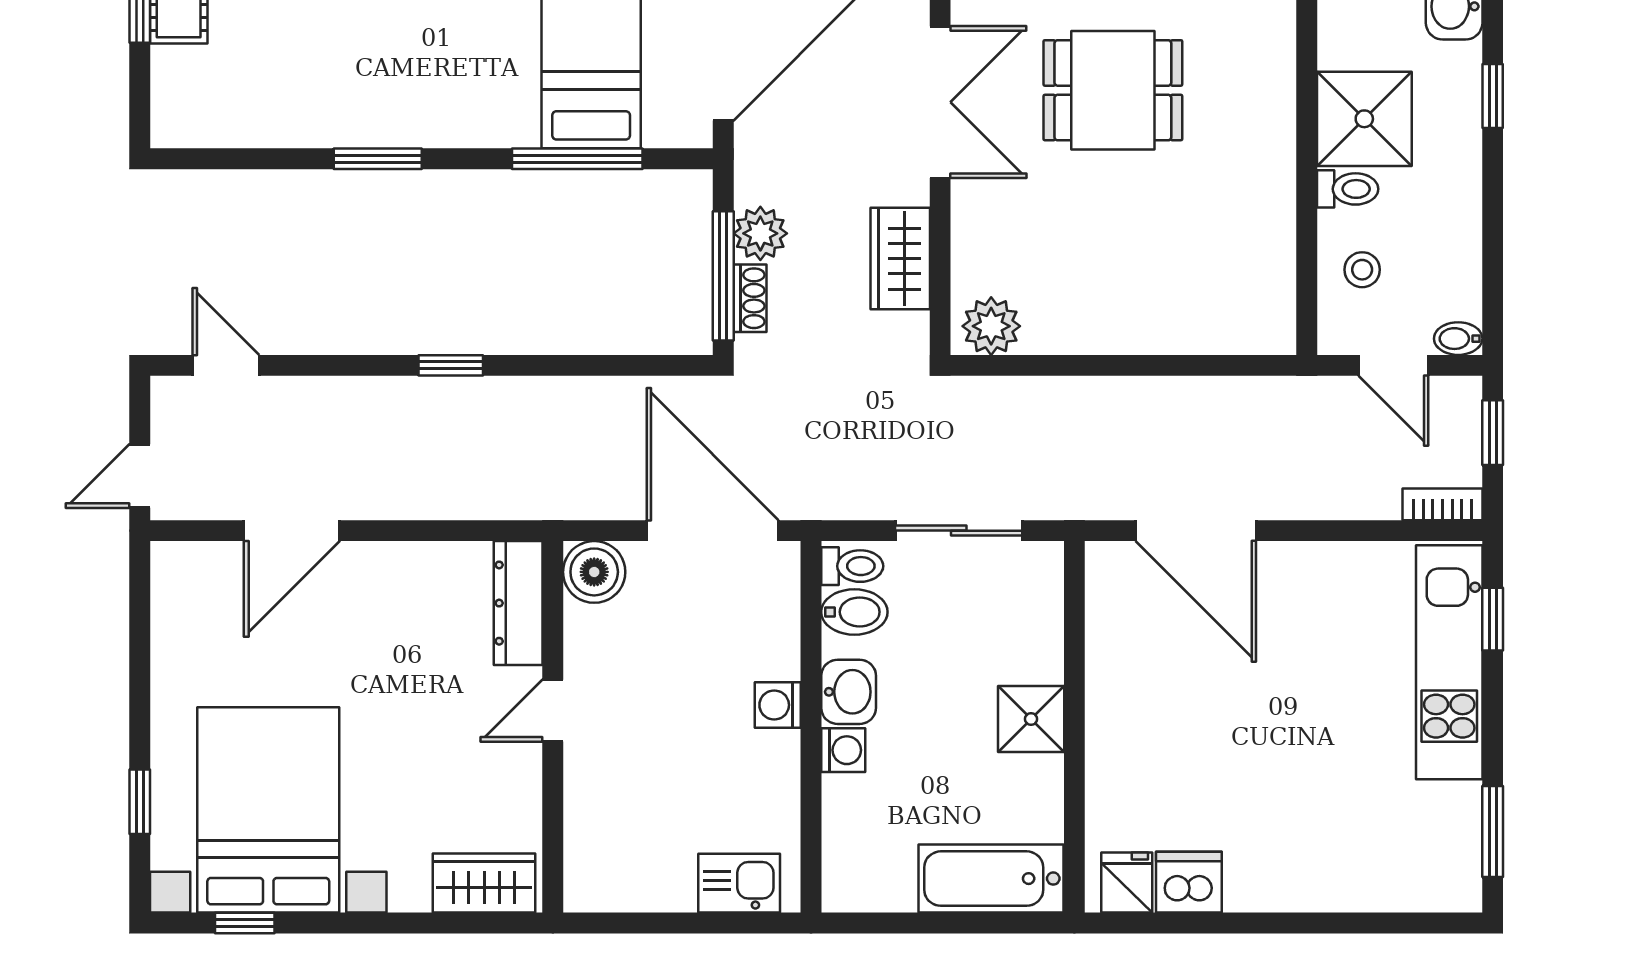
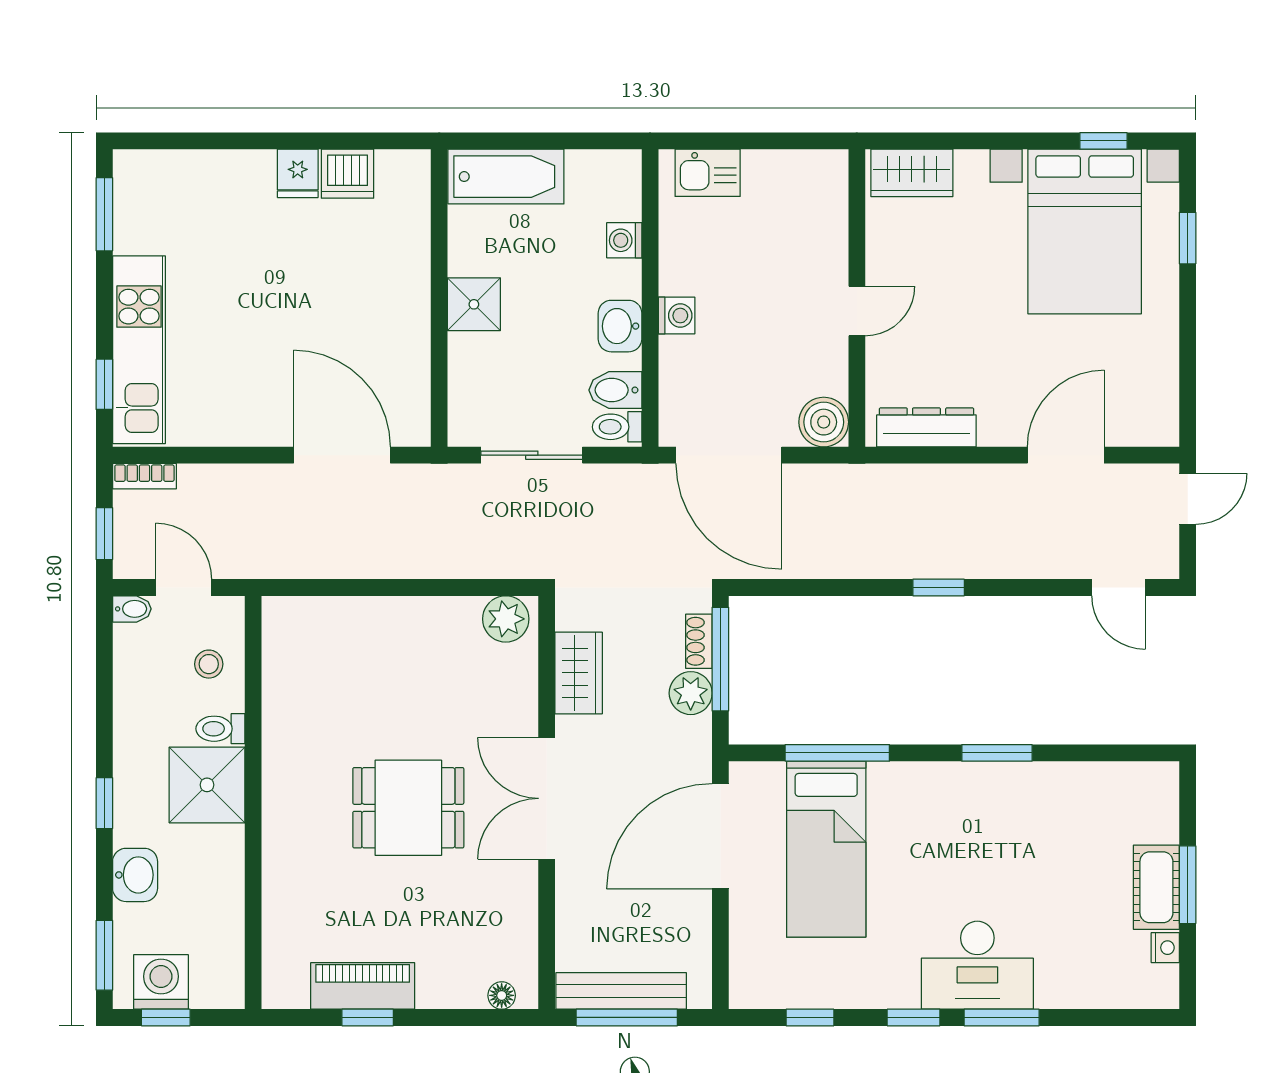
dresser: (518, 603) -> (926, 427), moved, turned -90
washing machine: (843, 750) -> (624, 240), moved
fridge: (1127, 883) -> (298, 173), moved

